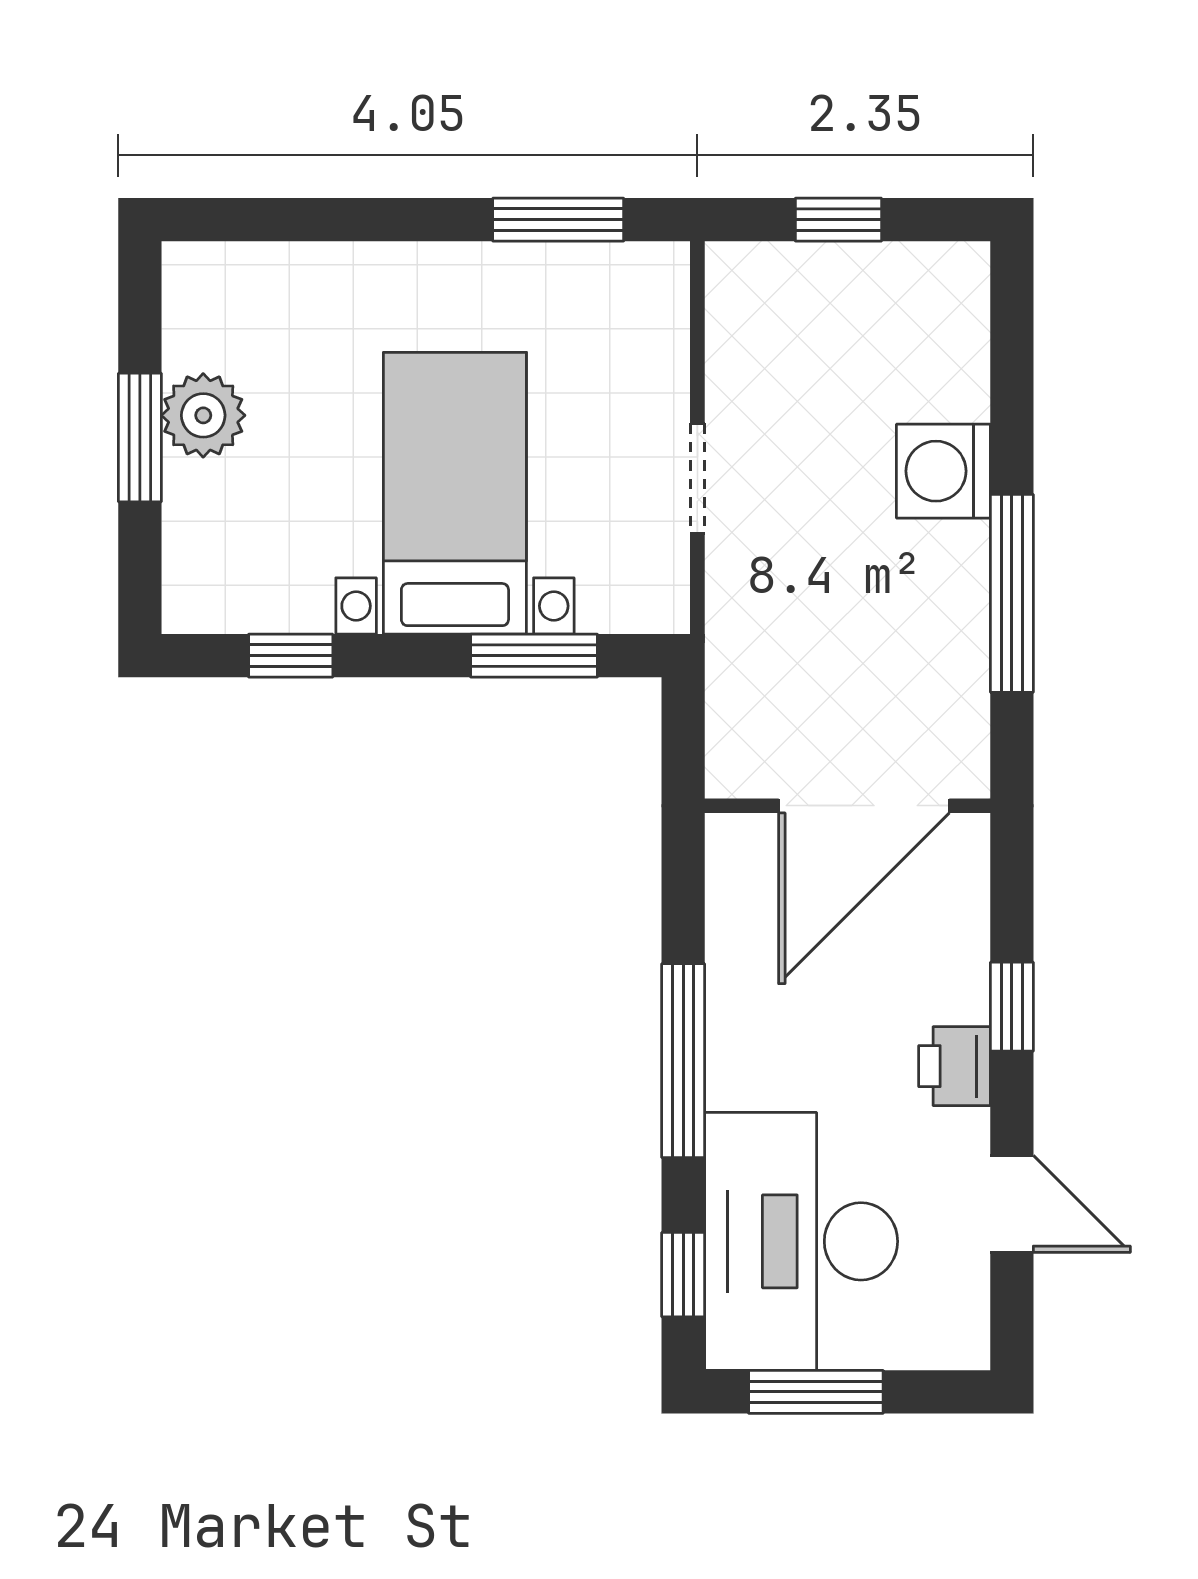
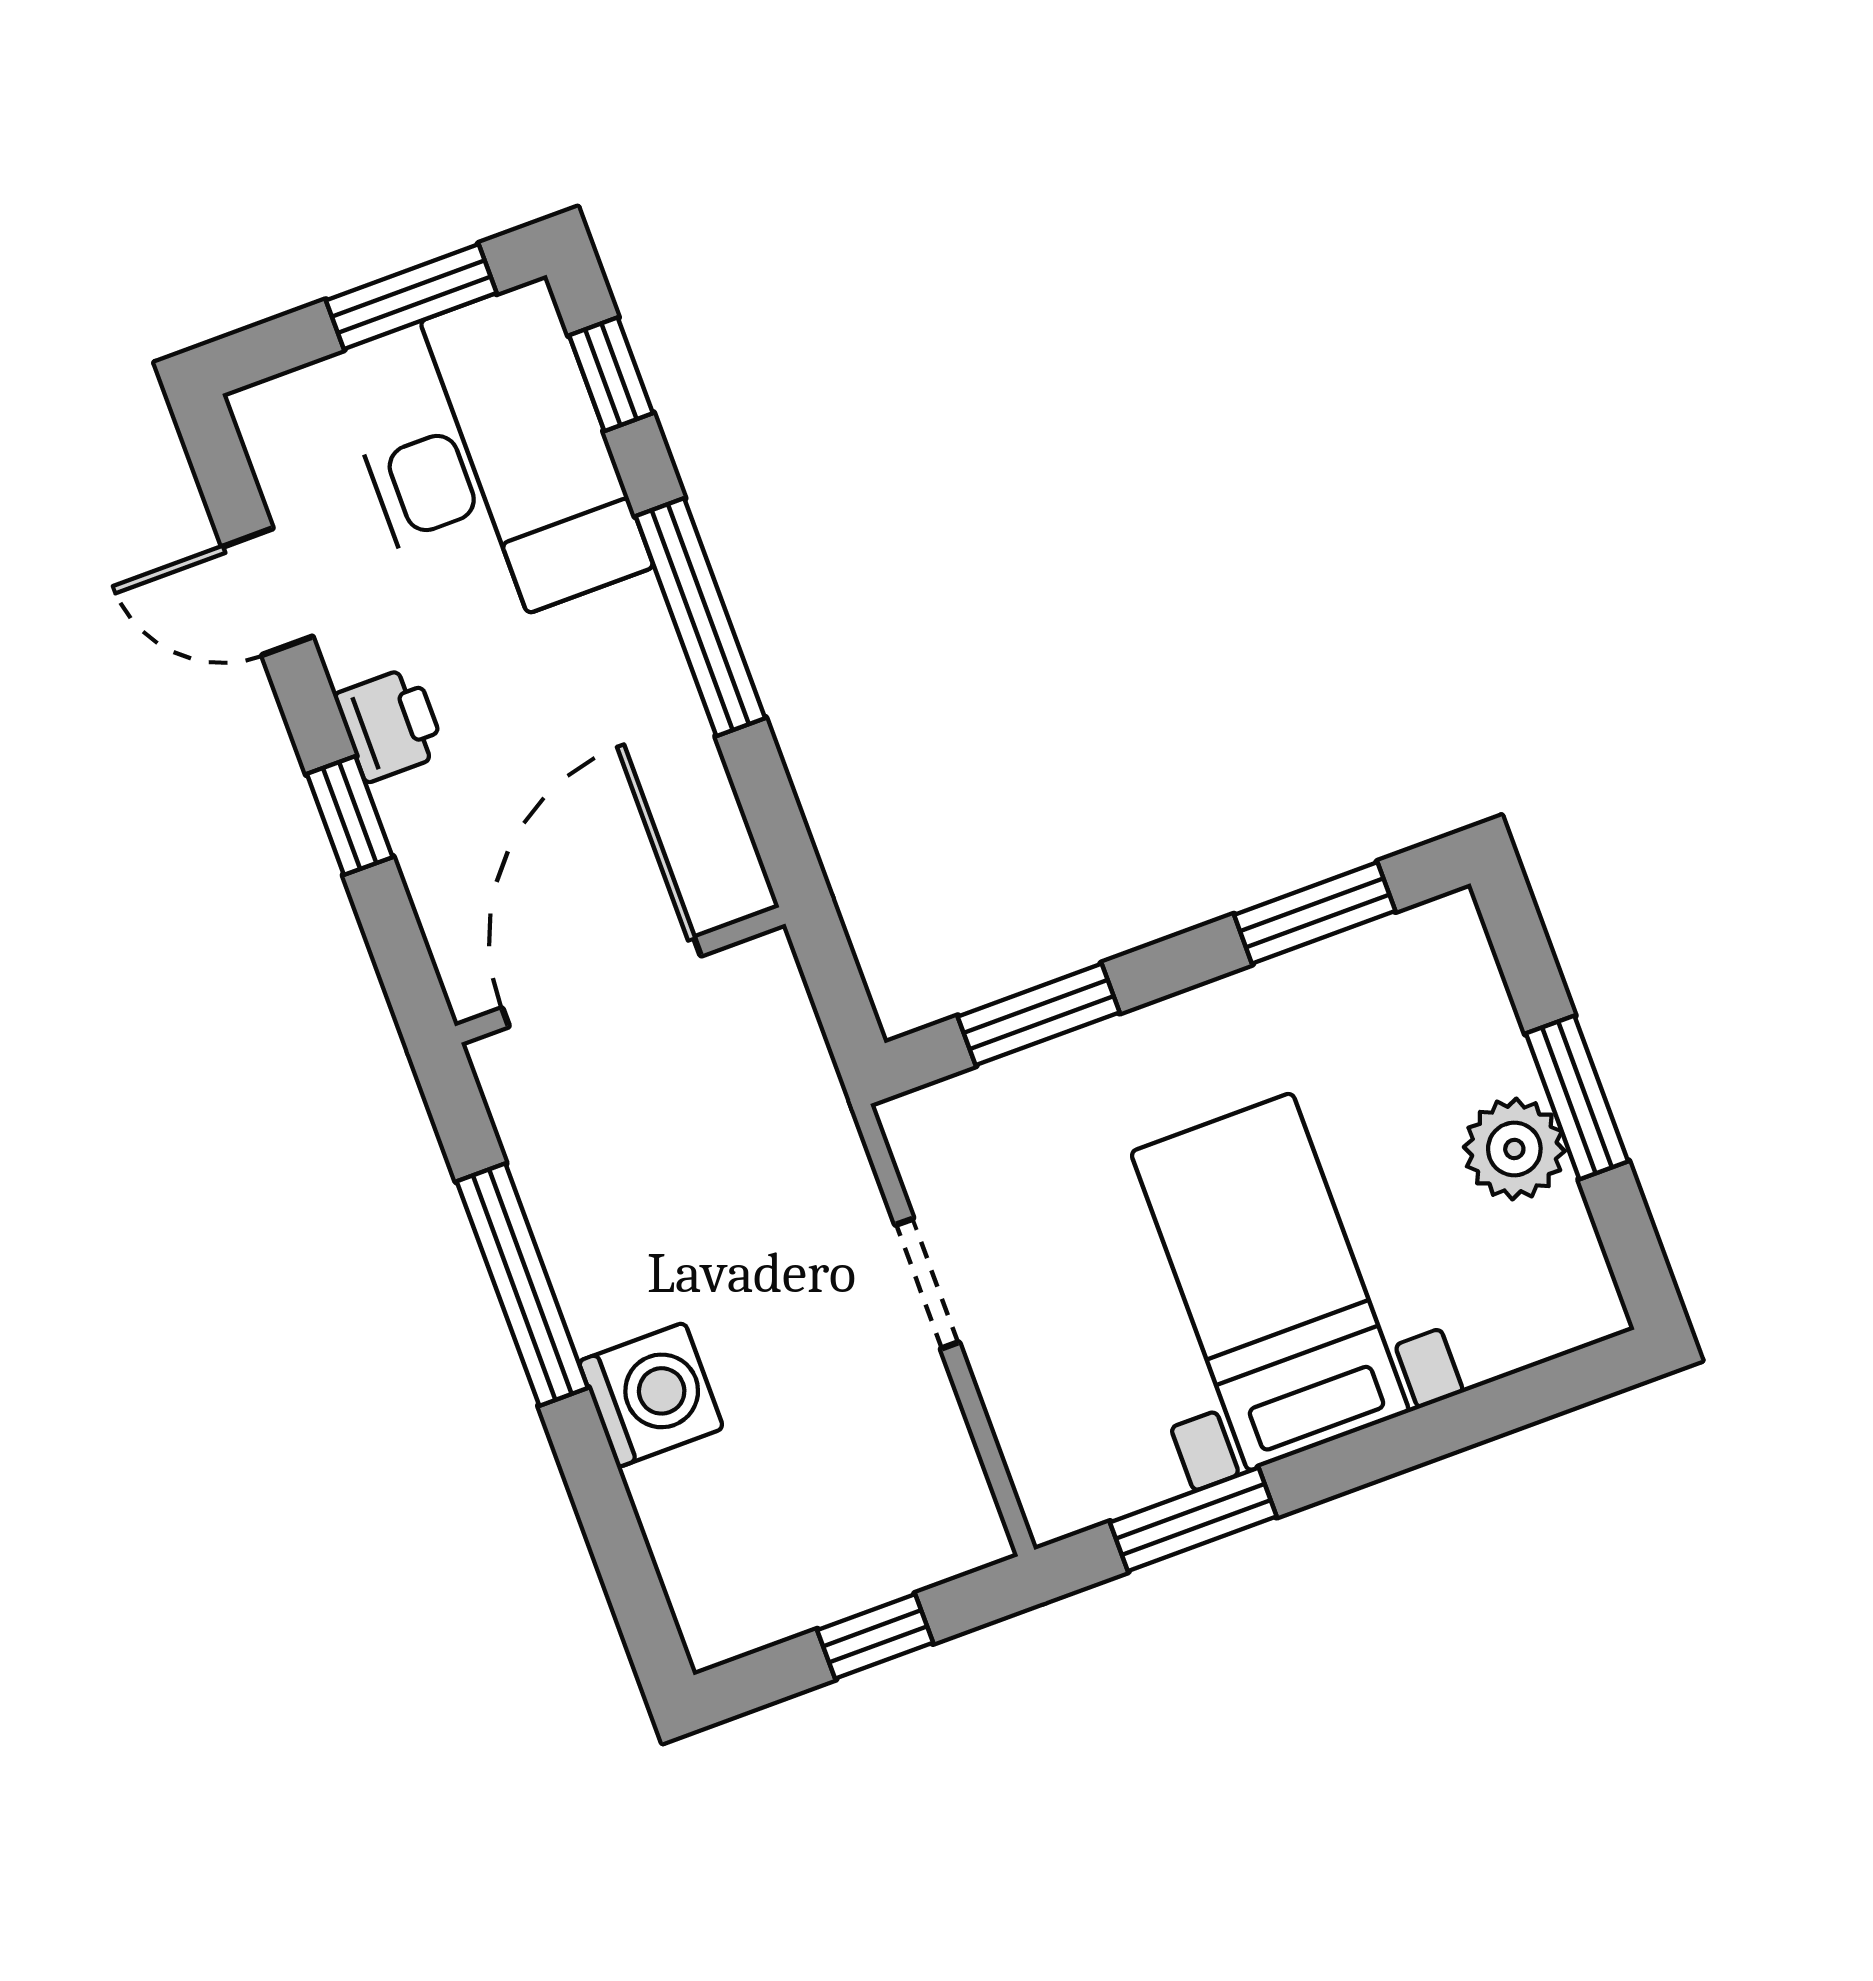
bed with nightstands: (455, 493) -> (1270, 1282), moved, turned 180
window: (291, 656) -> (1315, 913), width x1.50

